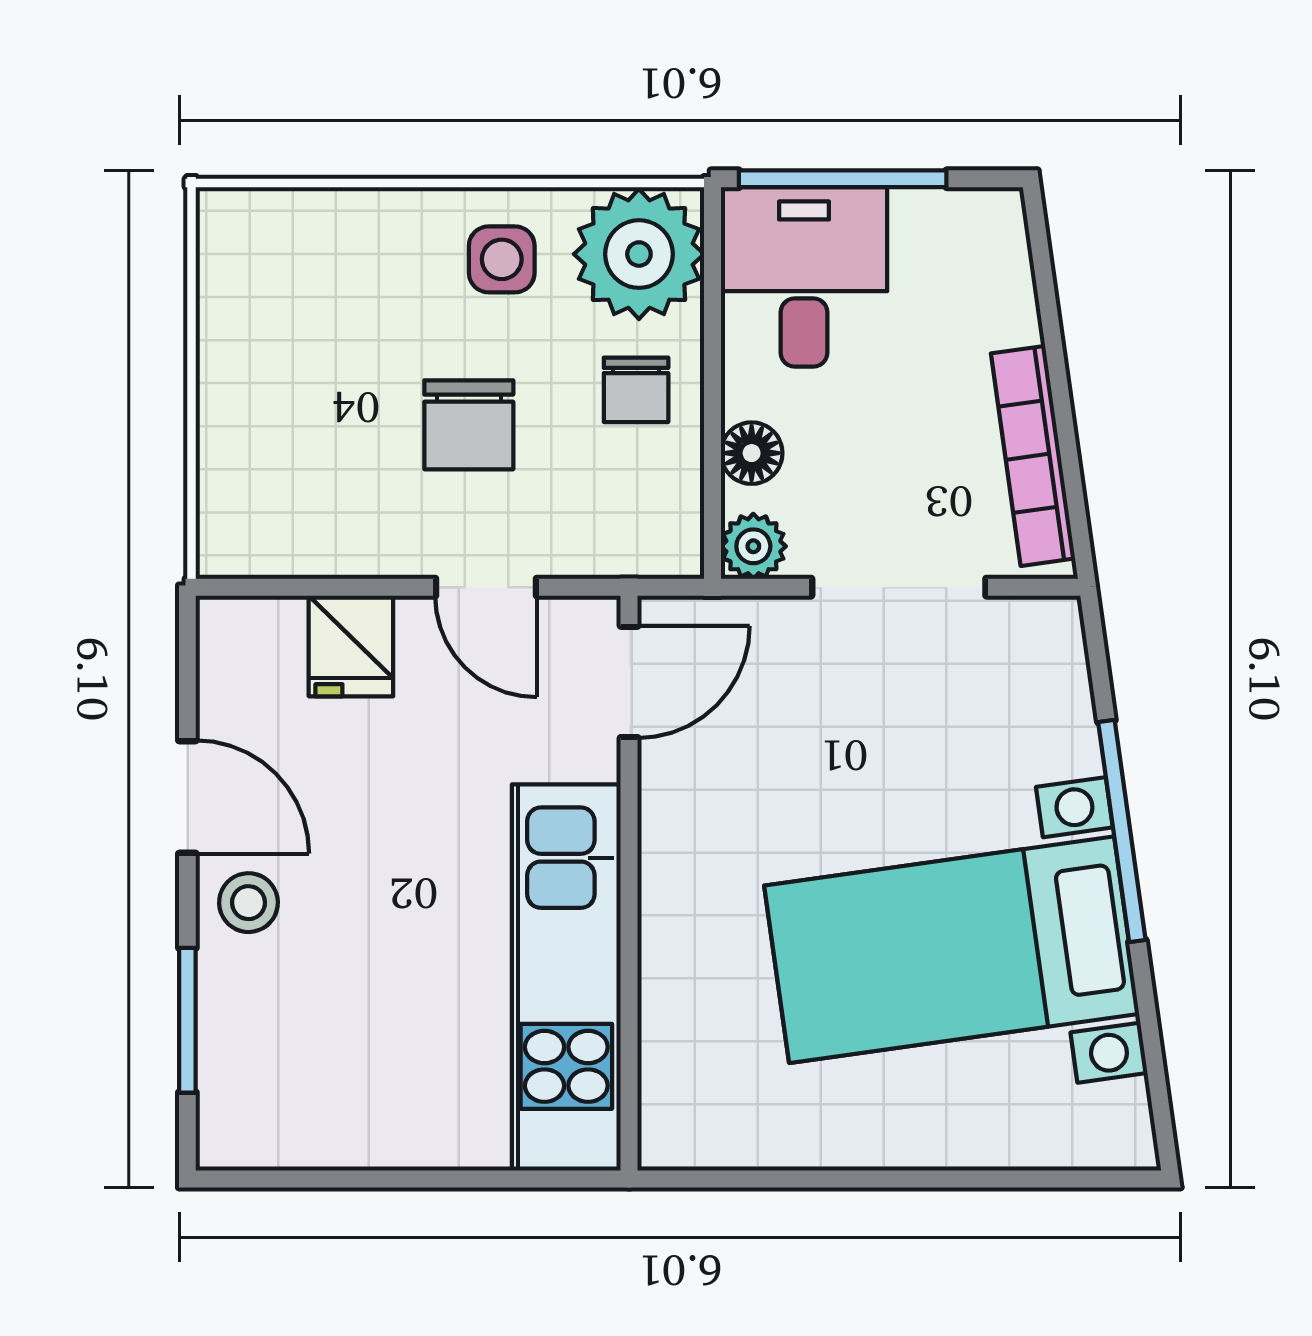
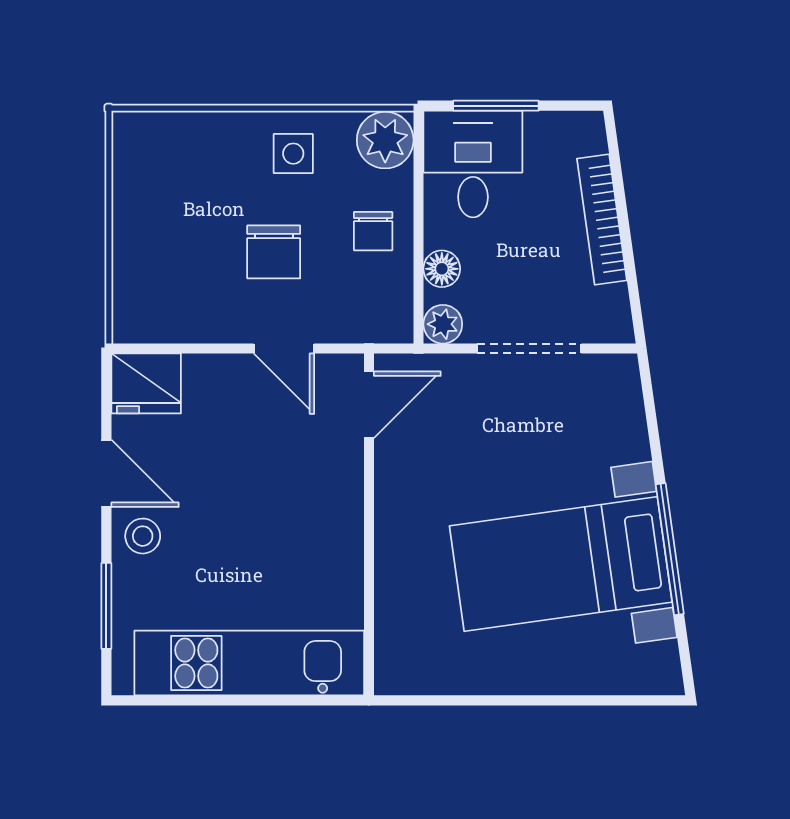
window: (843, 179) -> (496, 106), width x0.69
plant: (639, 254) -> (385, 140), width x0.73, depth x0.73
bookcase: (1033, 456) -> (602, 219), moved
fridge: (351, 646) -> (146, 383), moved, width x1.38
window: (1122, 831) -> (670, 549), moved
kitchen unit: (566, 977) -> (249, 663), moved, turned 90

